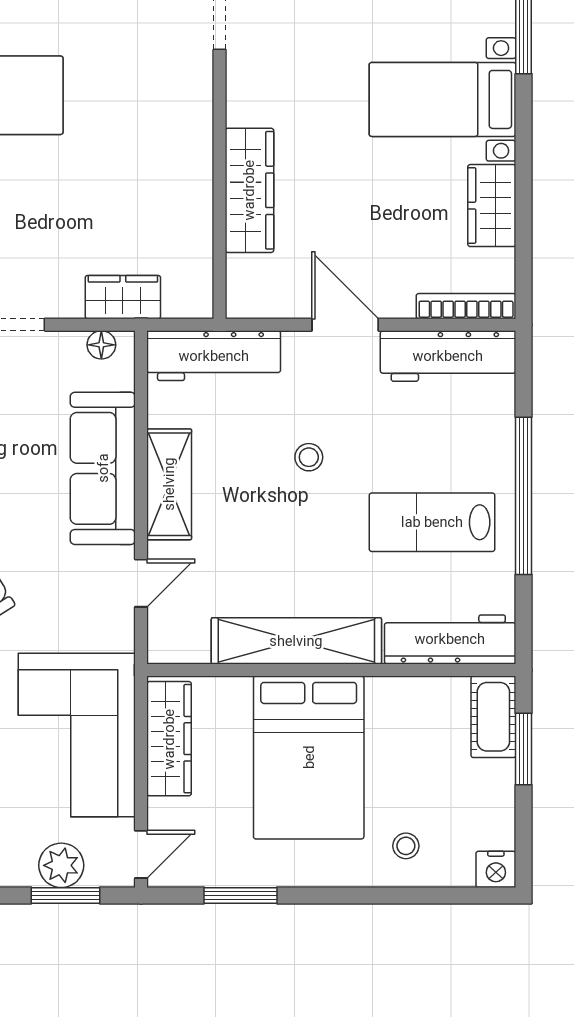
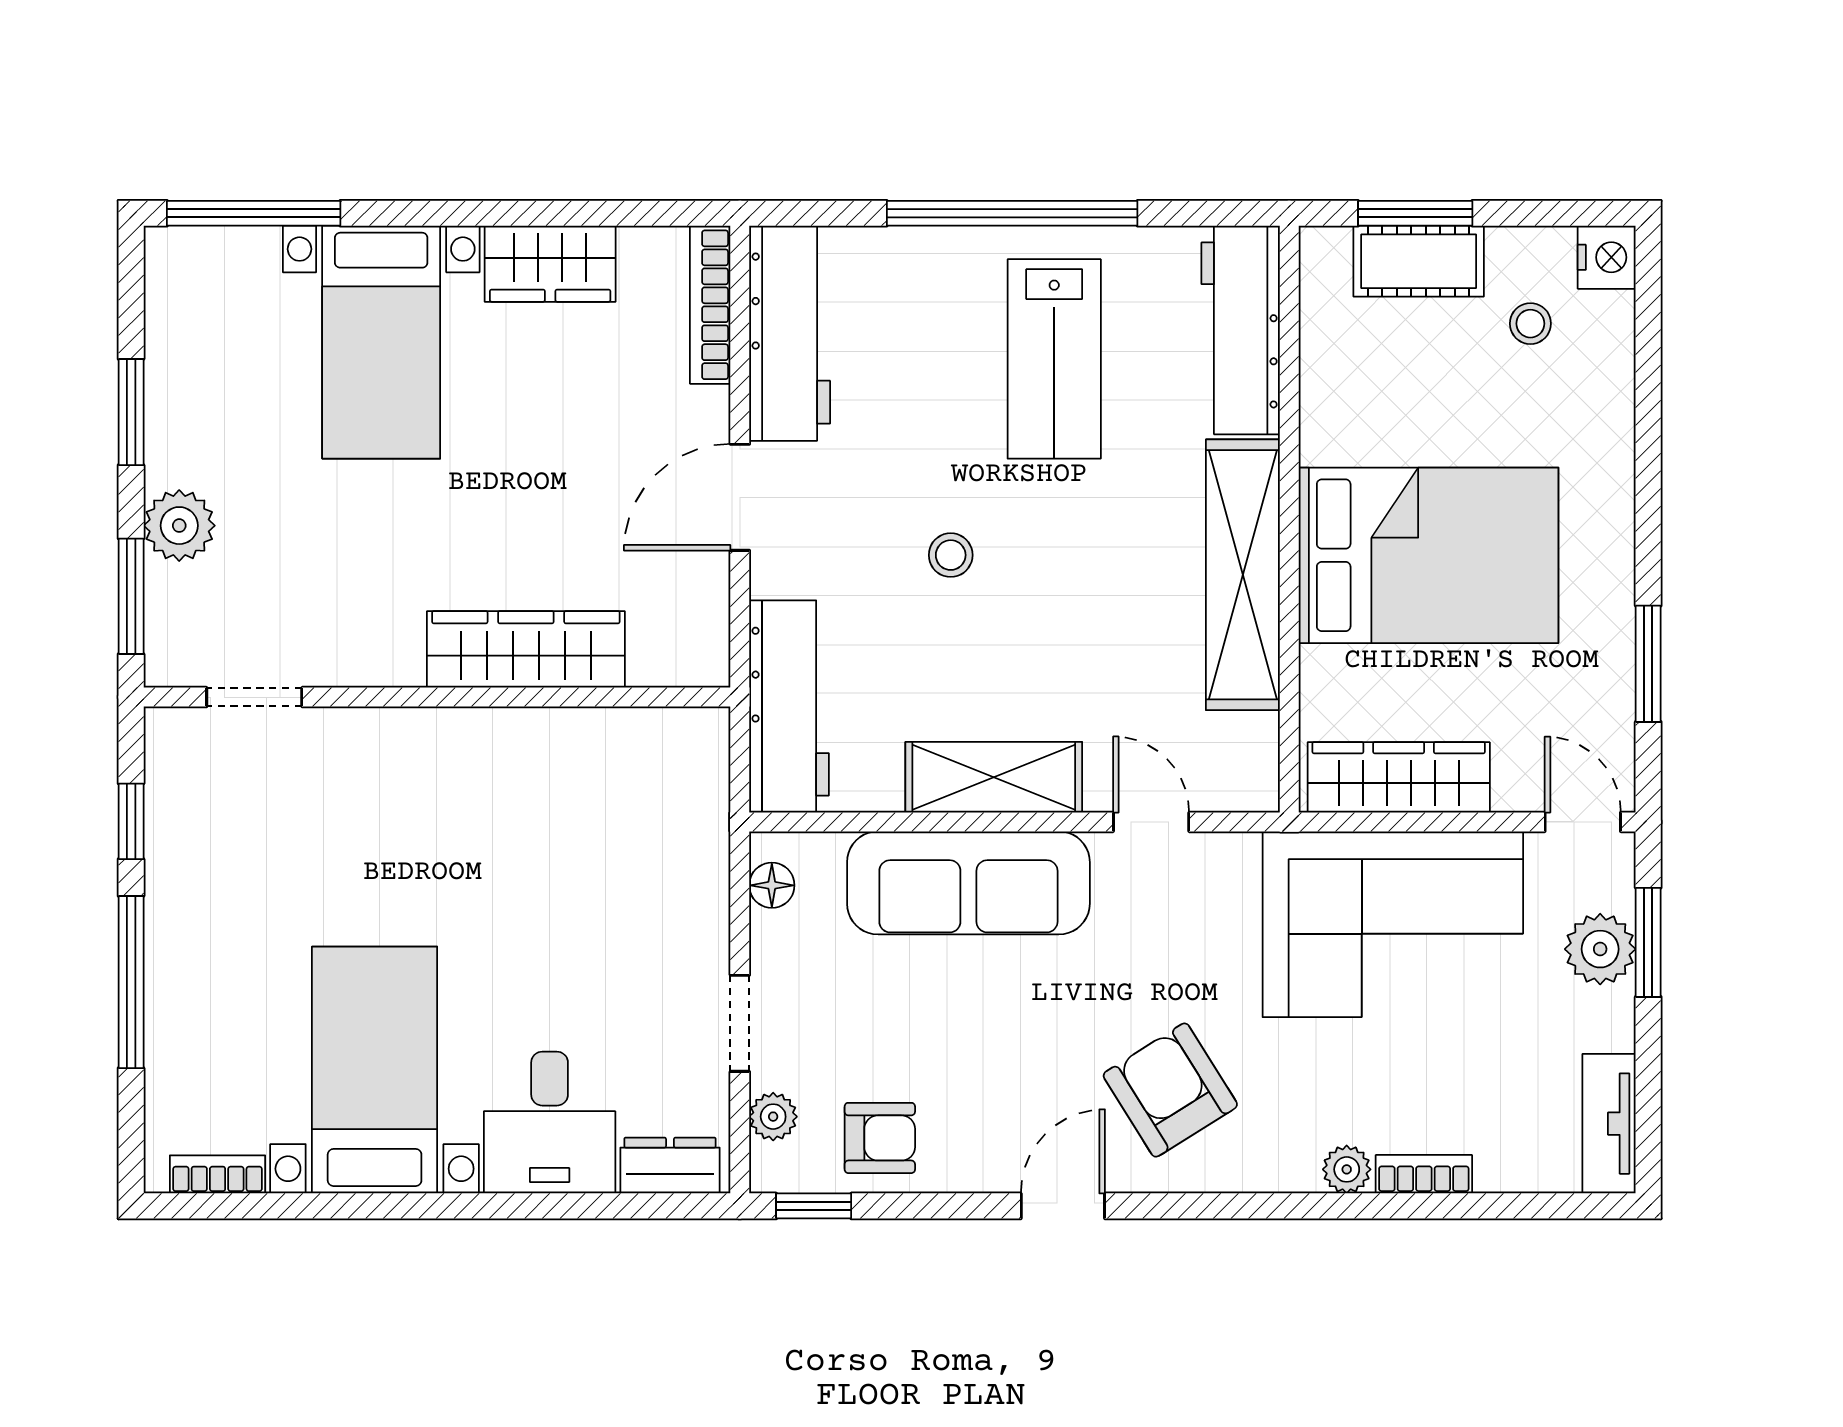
wardrobe: (123, 297) -> (696, 851), removed
cot: (493, 717) -> (1419, 261), moved
stool: (406, 846) -> (1530, 324), moved

